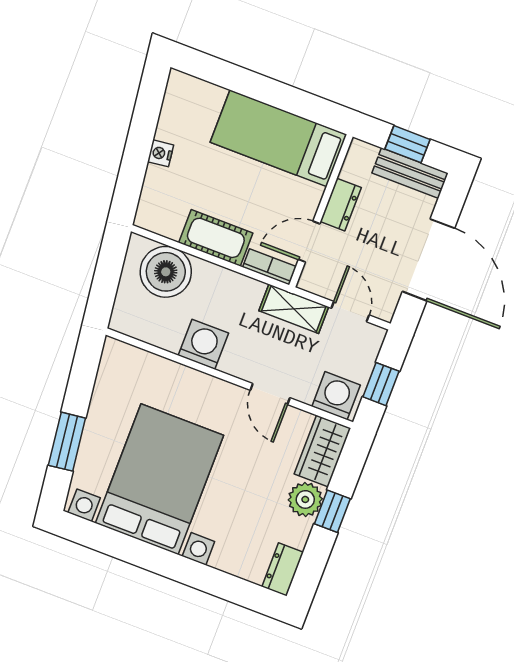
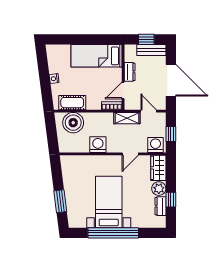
cot: (216, 238) -> (72, 103), moved
door: (270, 394) -> (130, 154), hinge flipped
bed with nightstands: (160, 479) -> (109, 202), width x0.73
window: (332, 511) -> (171, 200), moved
window: (161, 562) -> (113, 233), added
dresser: (283, 569) -> (160, 206), moved

